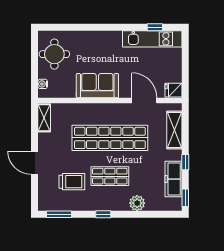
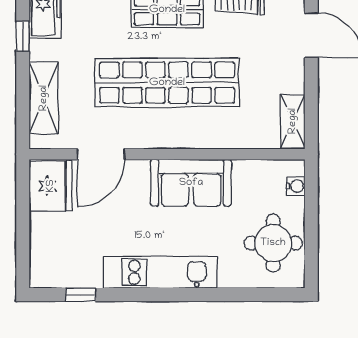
kitchen unit: (152, 39) -> (160, 272), moved
fridge: (174, 90) -> (51, 186), width x1.88, depth x1.34
door: (144, 101) -> (101, 154), hinge flipped

